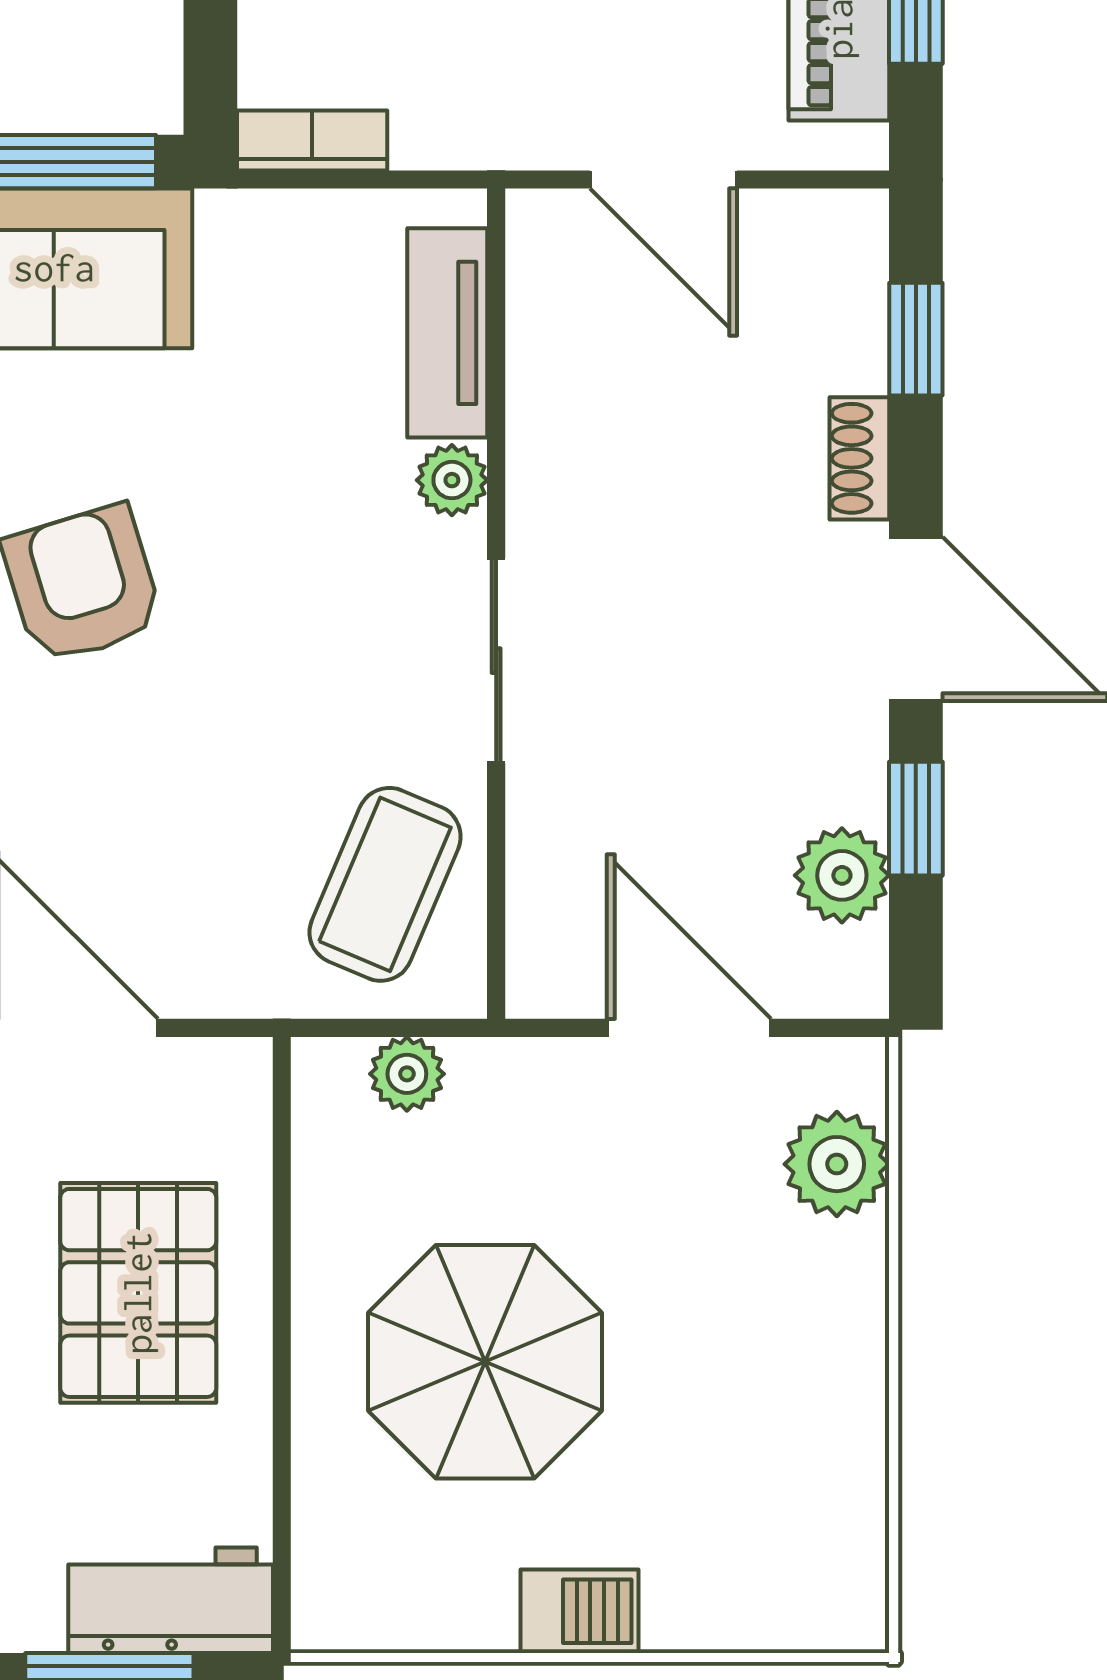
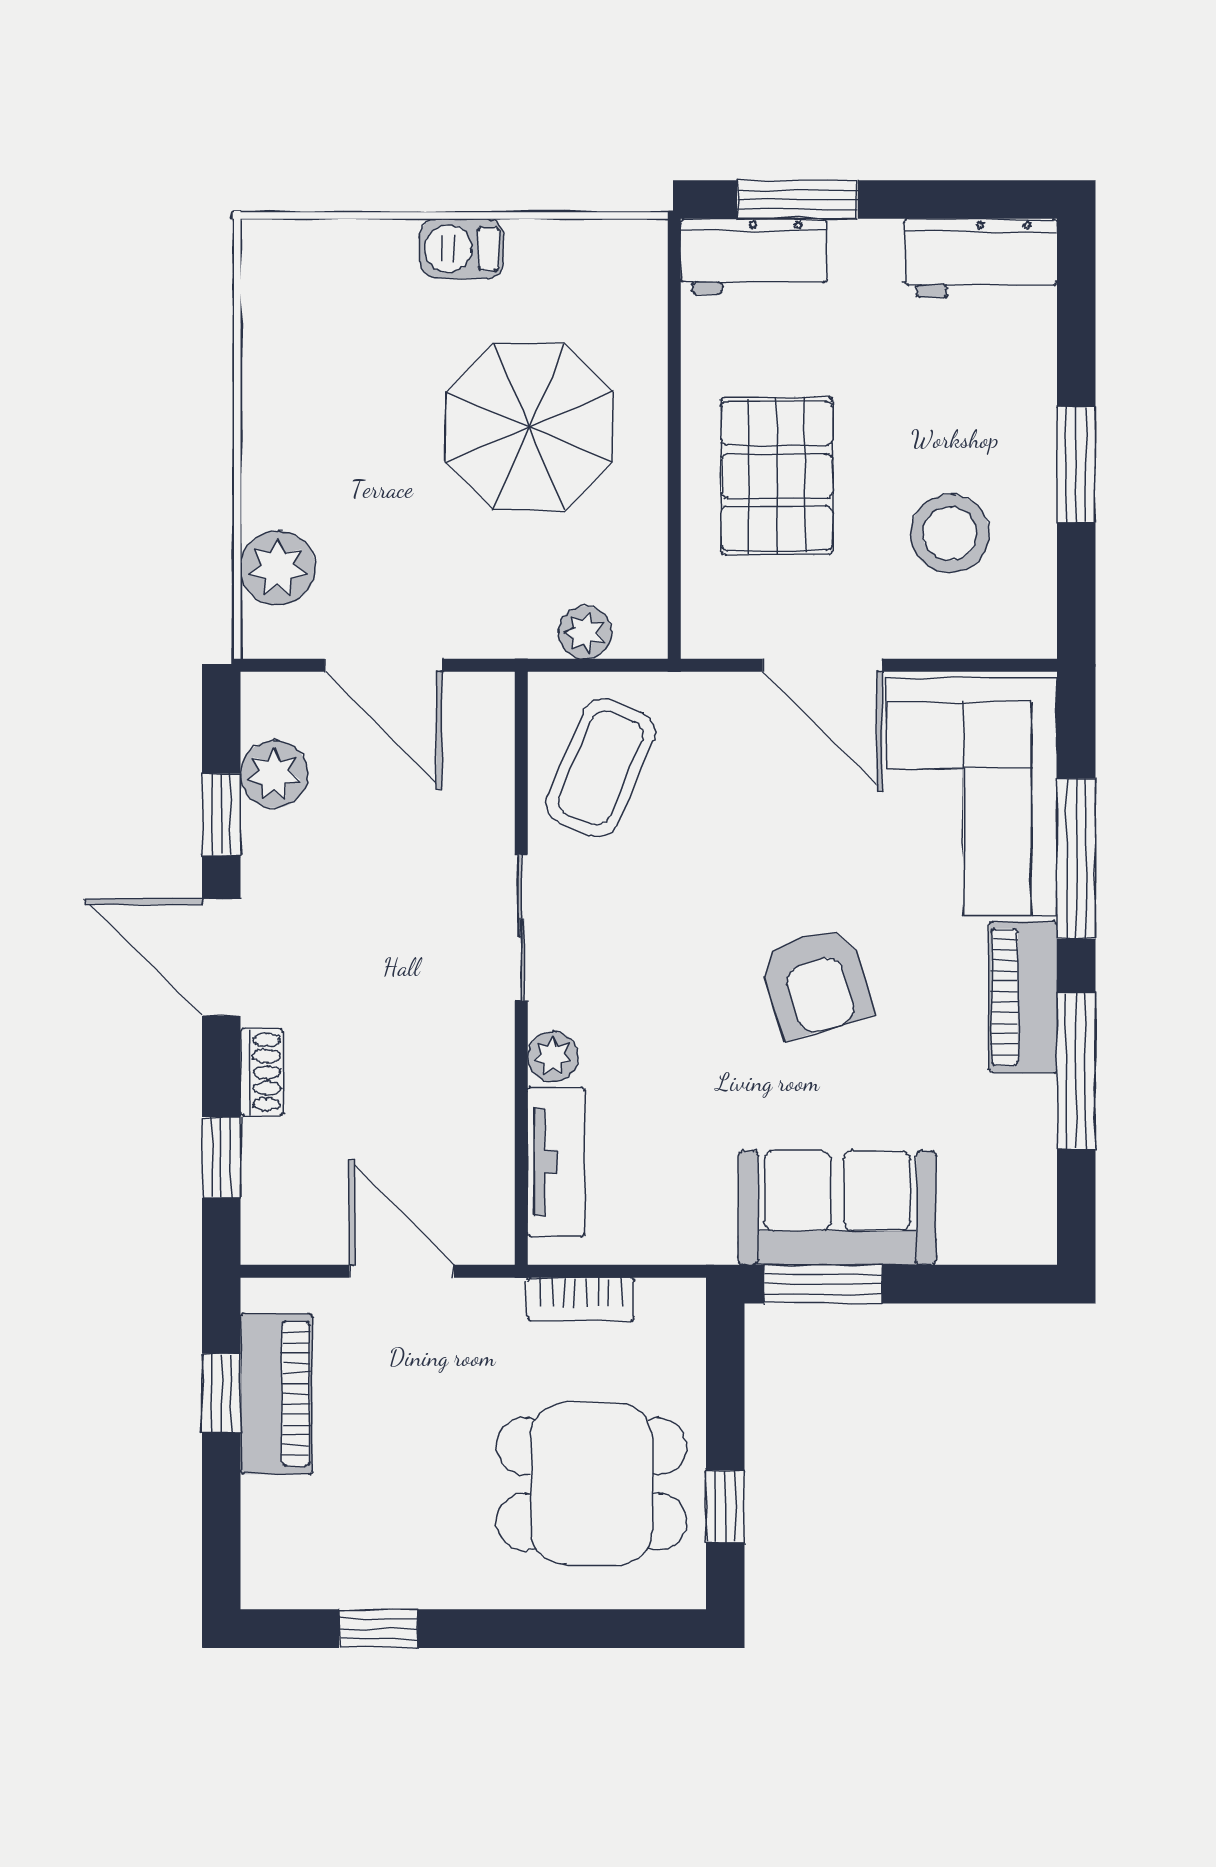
bookcase: (312, 140) -> (581, 1299), moved

